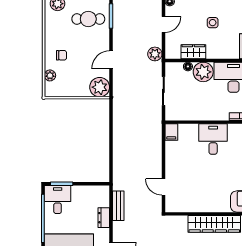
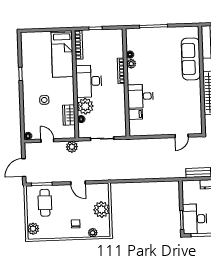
plant: (100, 87) -> (102, 209), moved
filing cabinet: (171, 132) -> (135, 114), moved
desk: (58, 199) -> (195, 219), width x1.37

